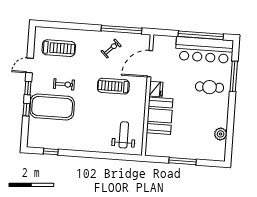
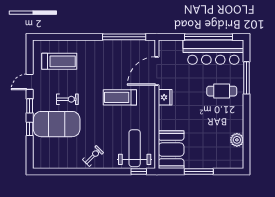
exercise bike: (111, 49) -> (93, 156), moved
booth: (160, 116) -> (171, 150), moved
weight bench: (124, 135) -> (135, 148), width x1.36, depth x1.33
window: (51, 152) -> (139, 172), moved

